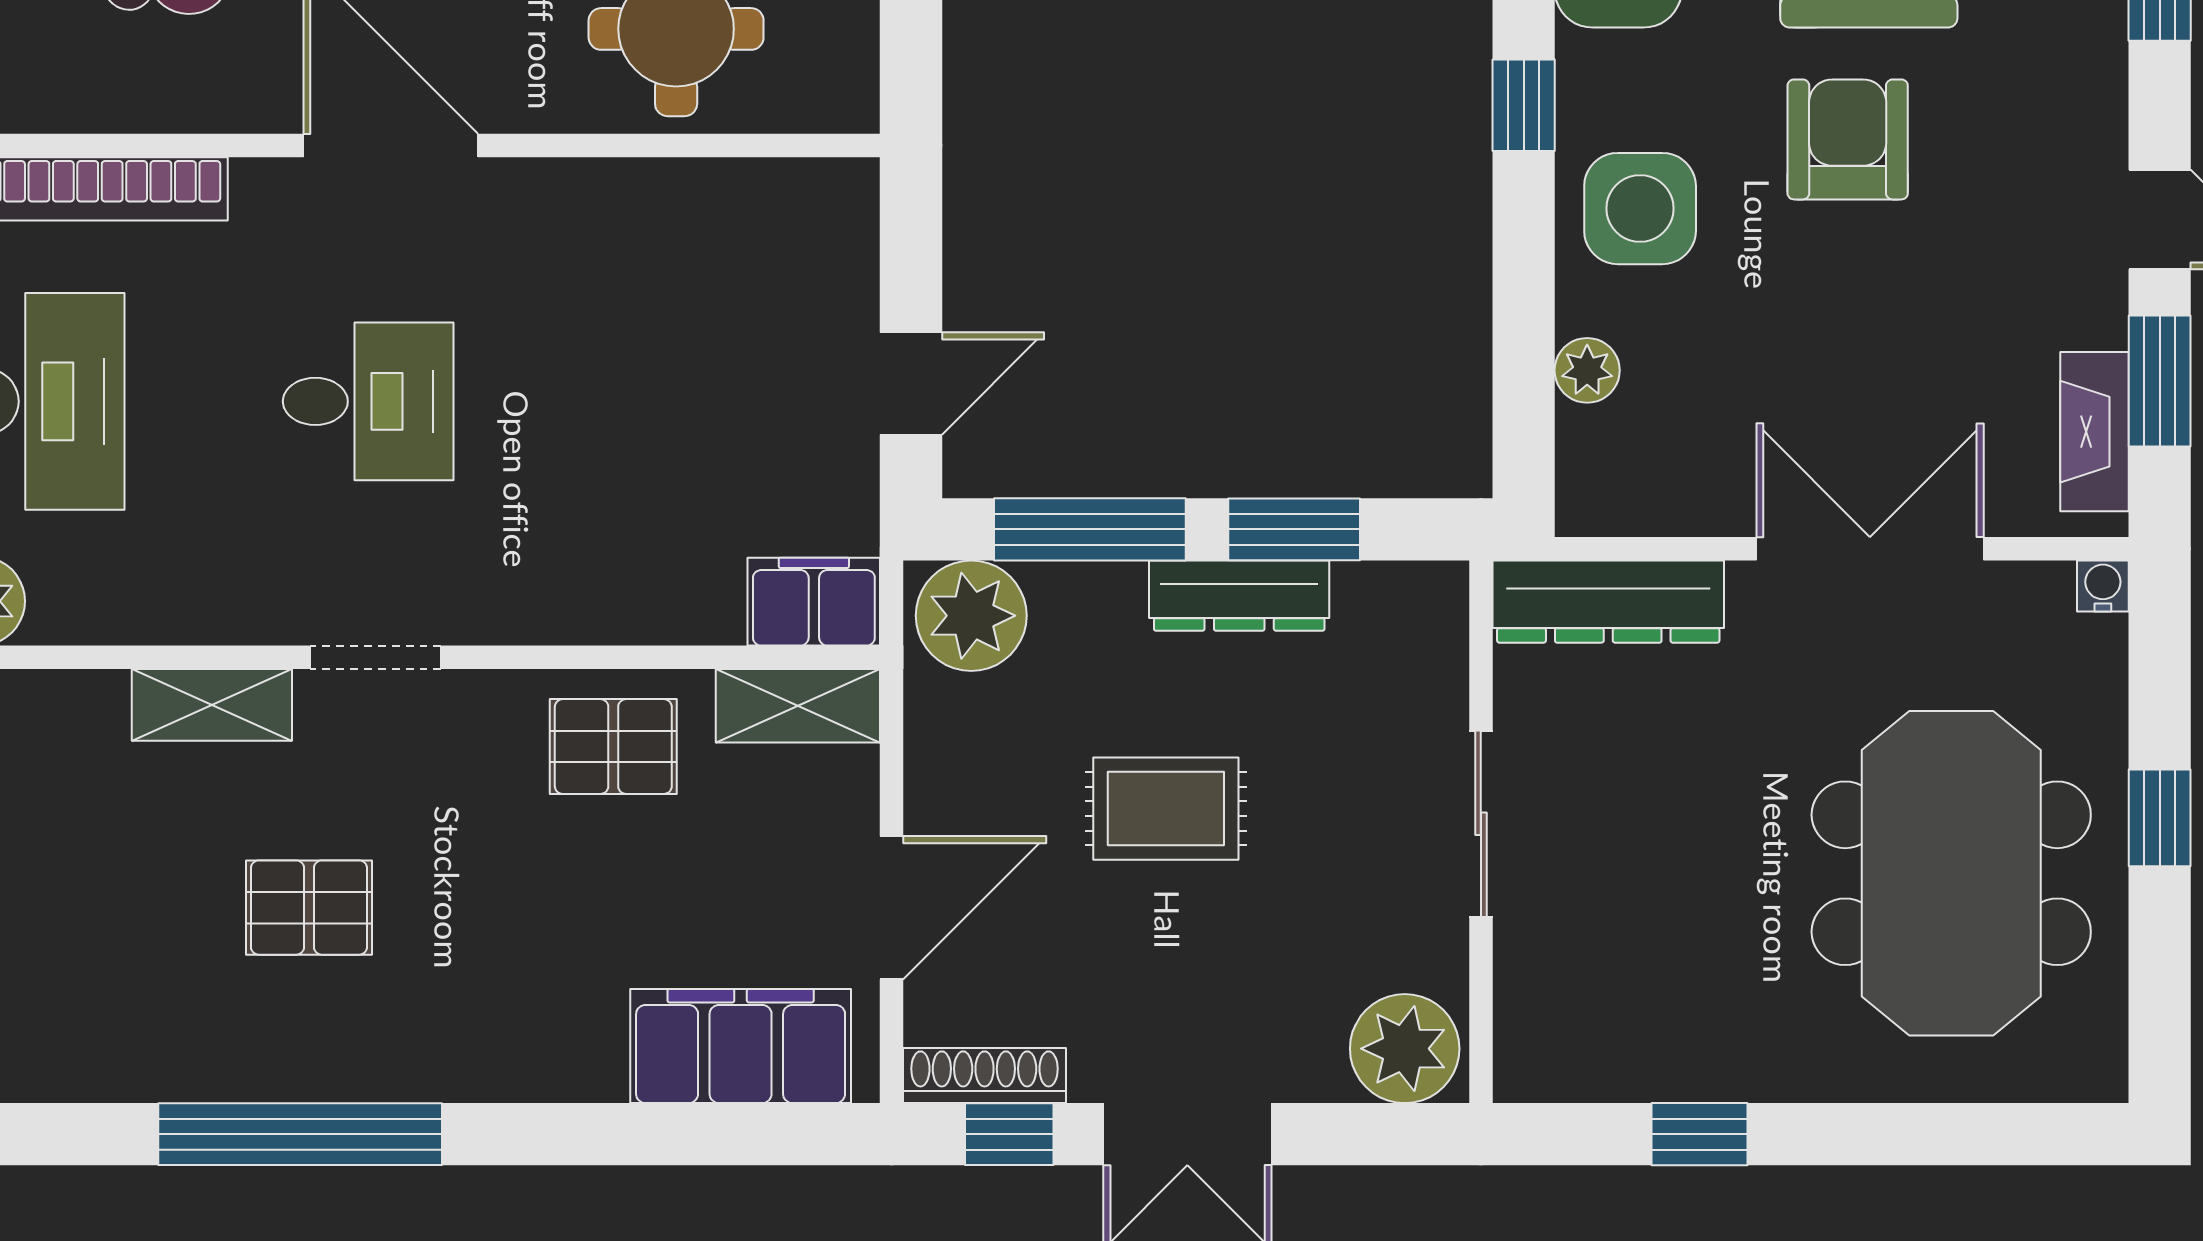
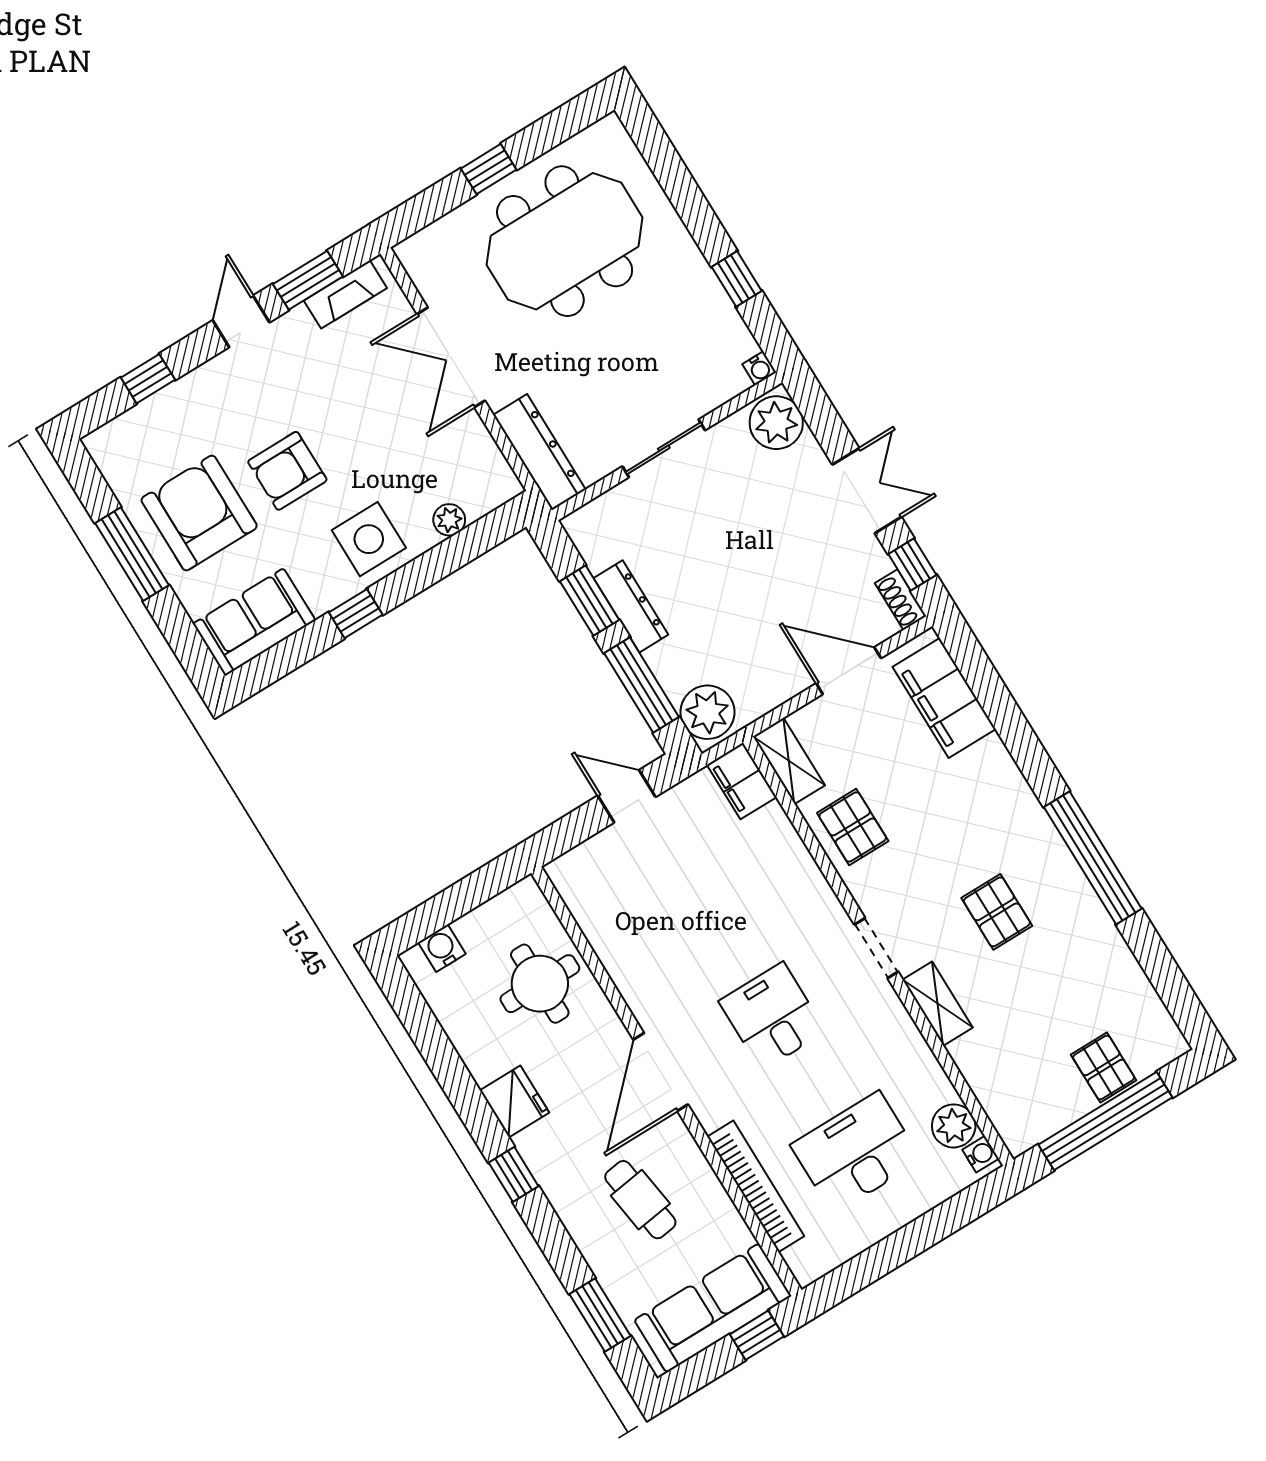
water cooler: (2103, 586) -> (759, 368), moved, turned -90
rug: (1166, 809) -> (738, 583), removed
shoe rack: (985, 1076) -> (901, 600), width x0.70

